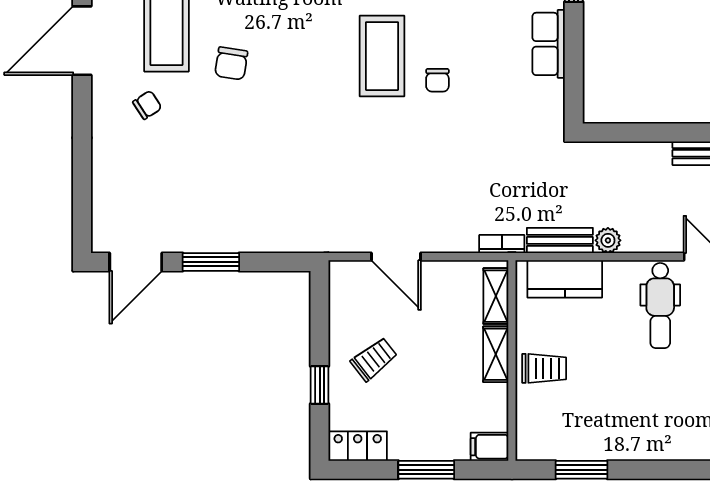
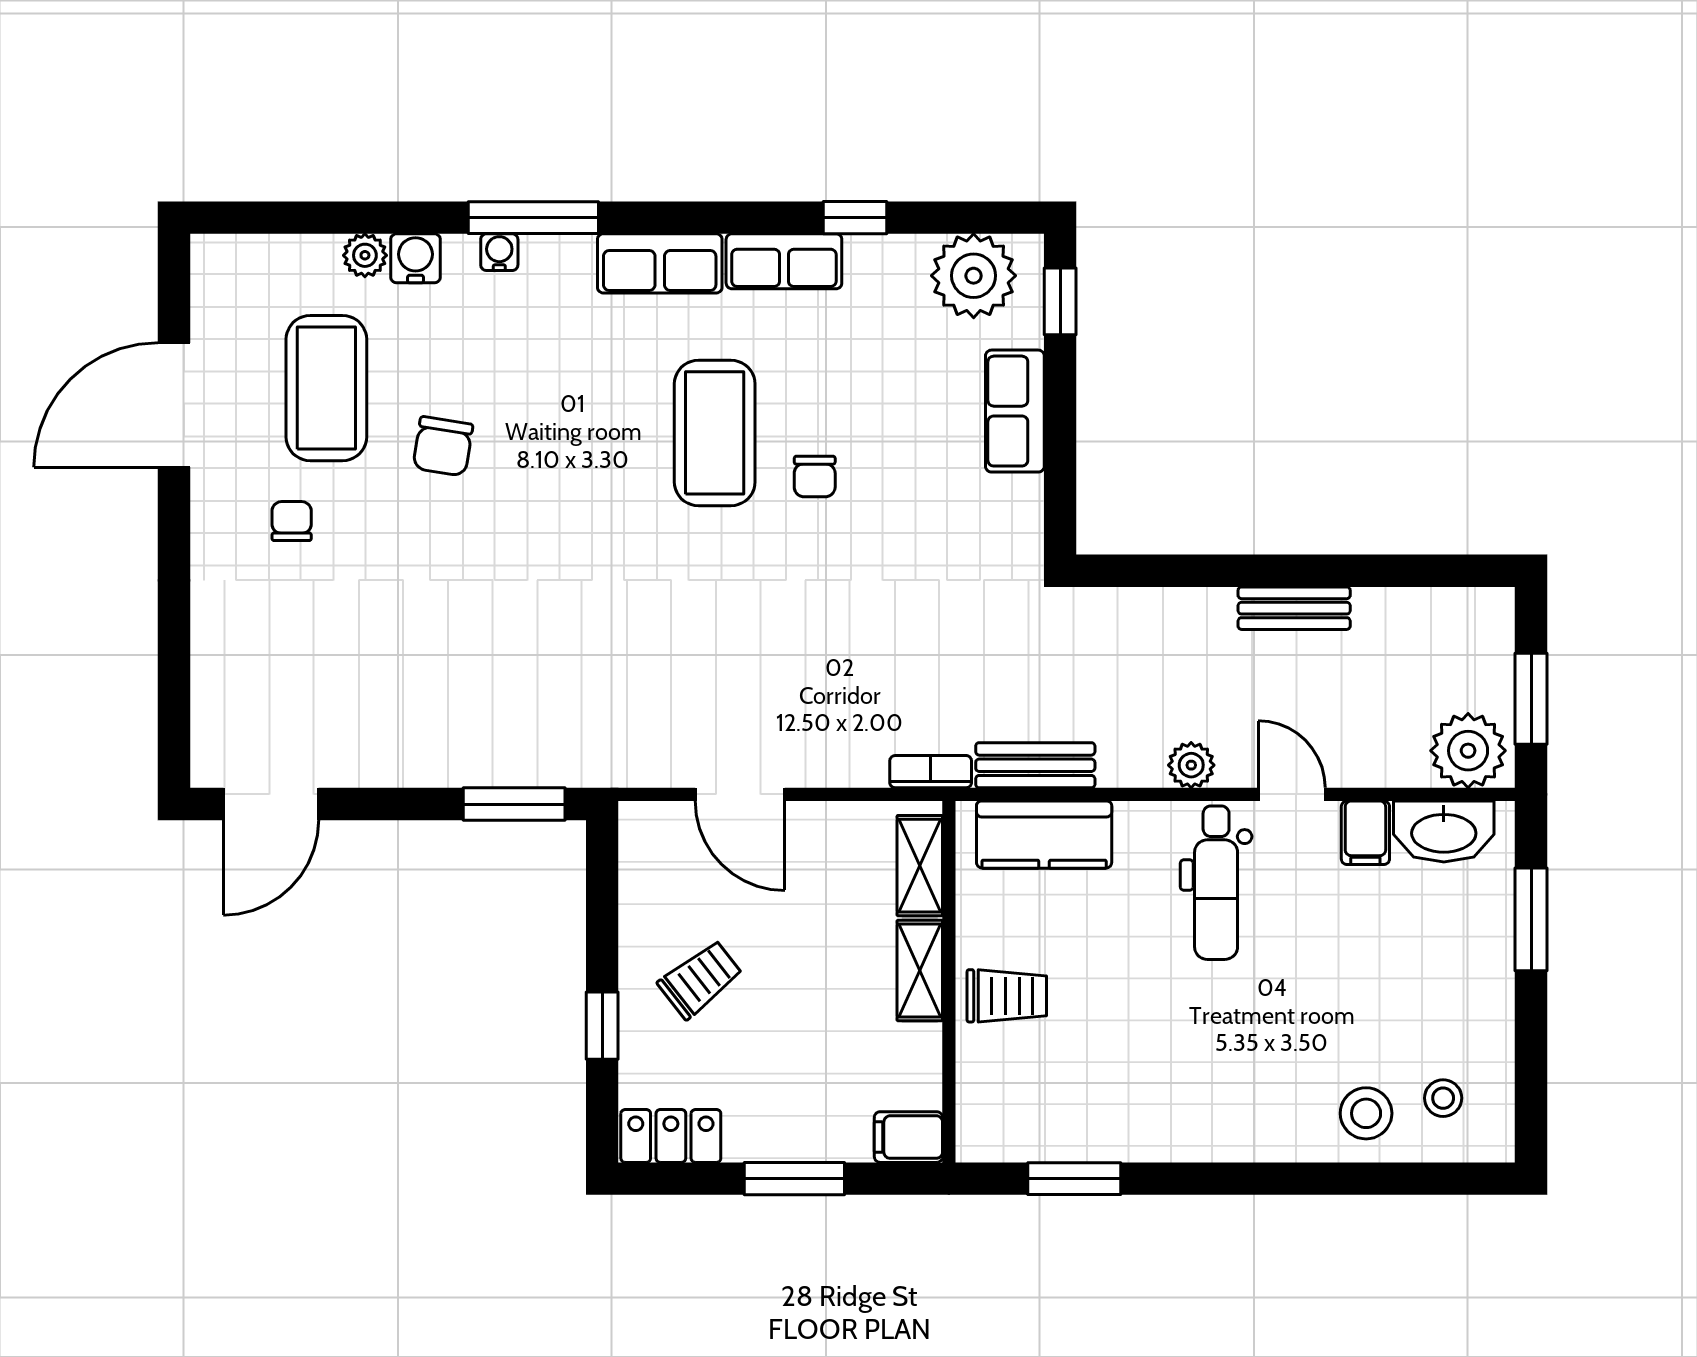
chair: (147, 105) -> (292, 521), turned -57
plant: (608, 240) -> (1191, 765), moved
window: (211, 262) -> (514, 804), moved

